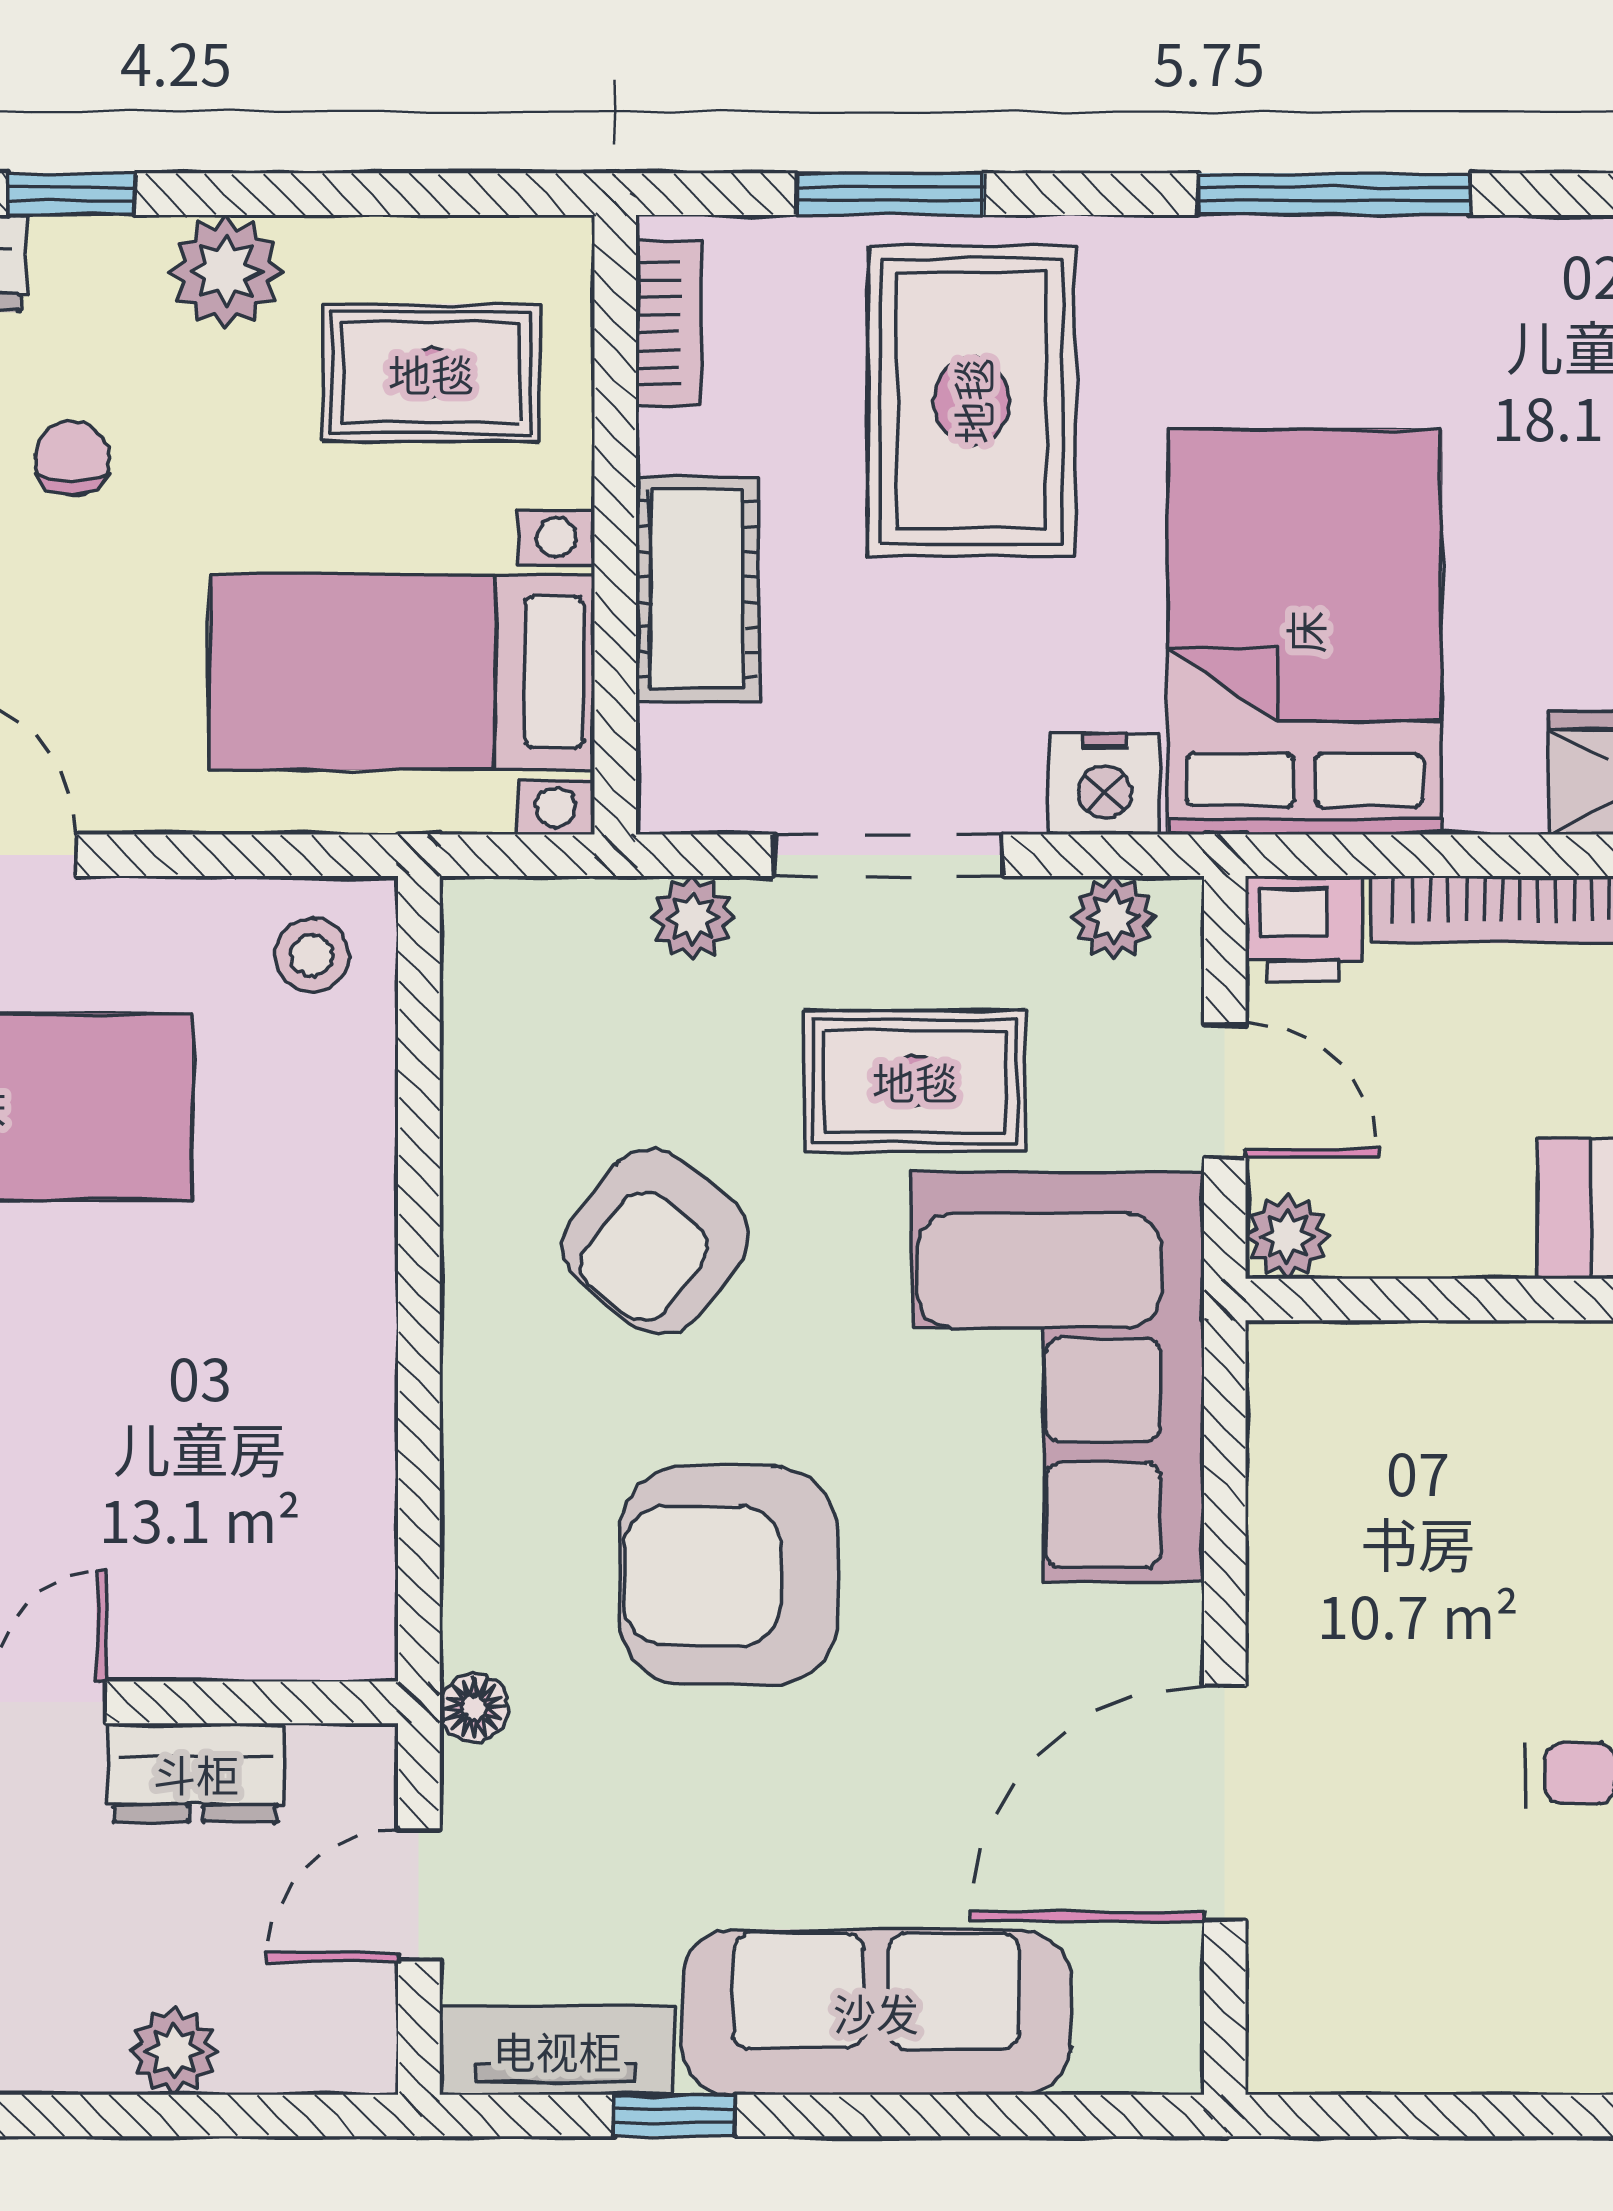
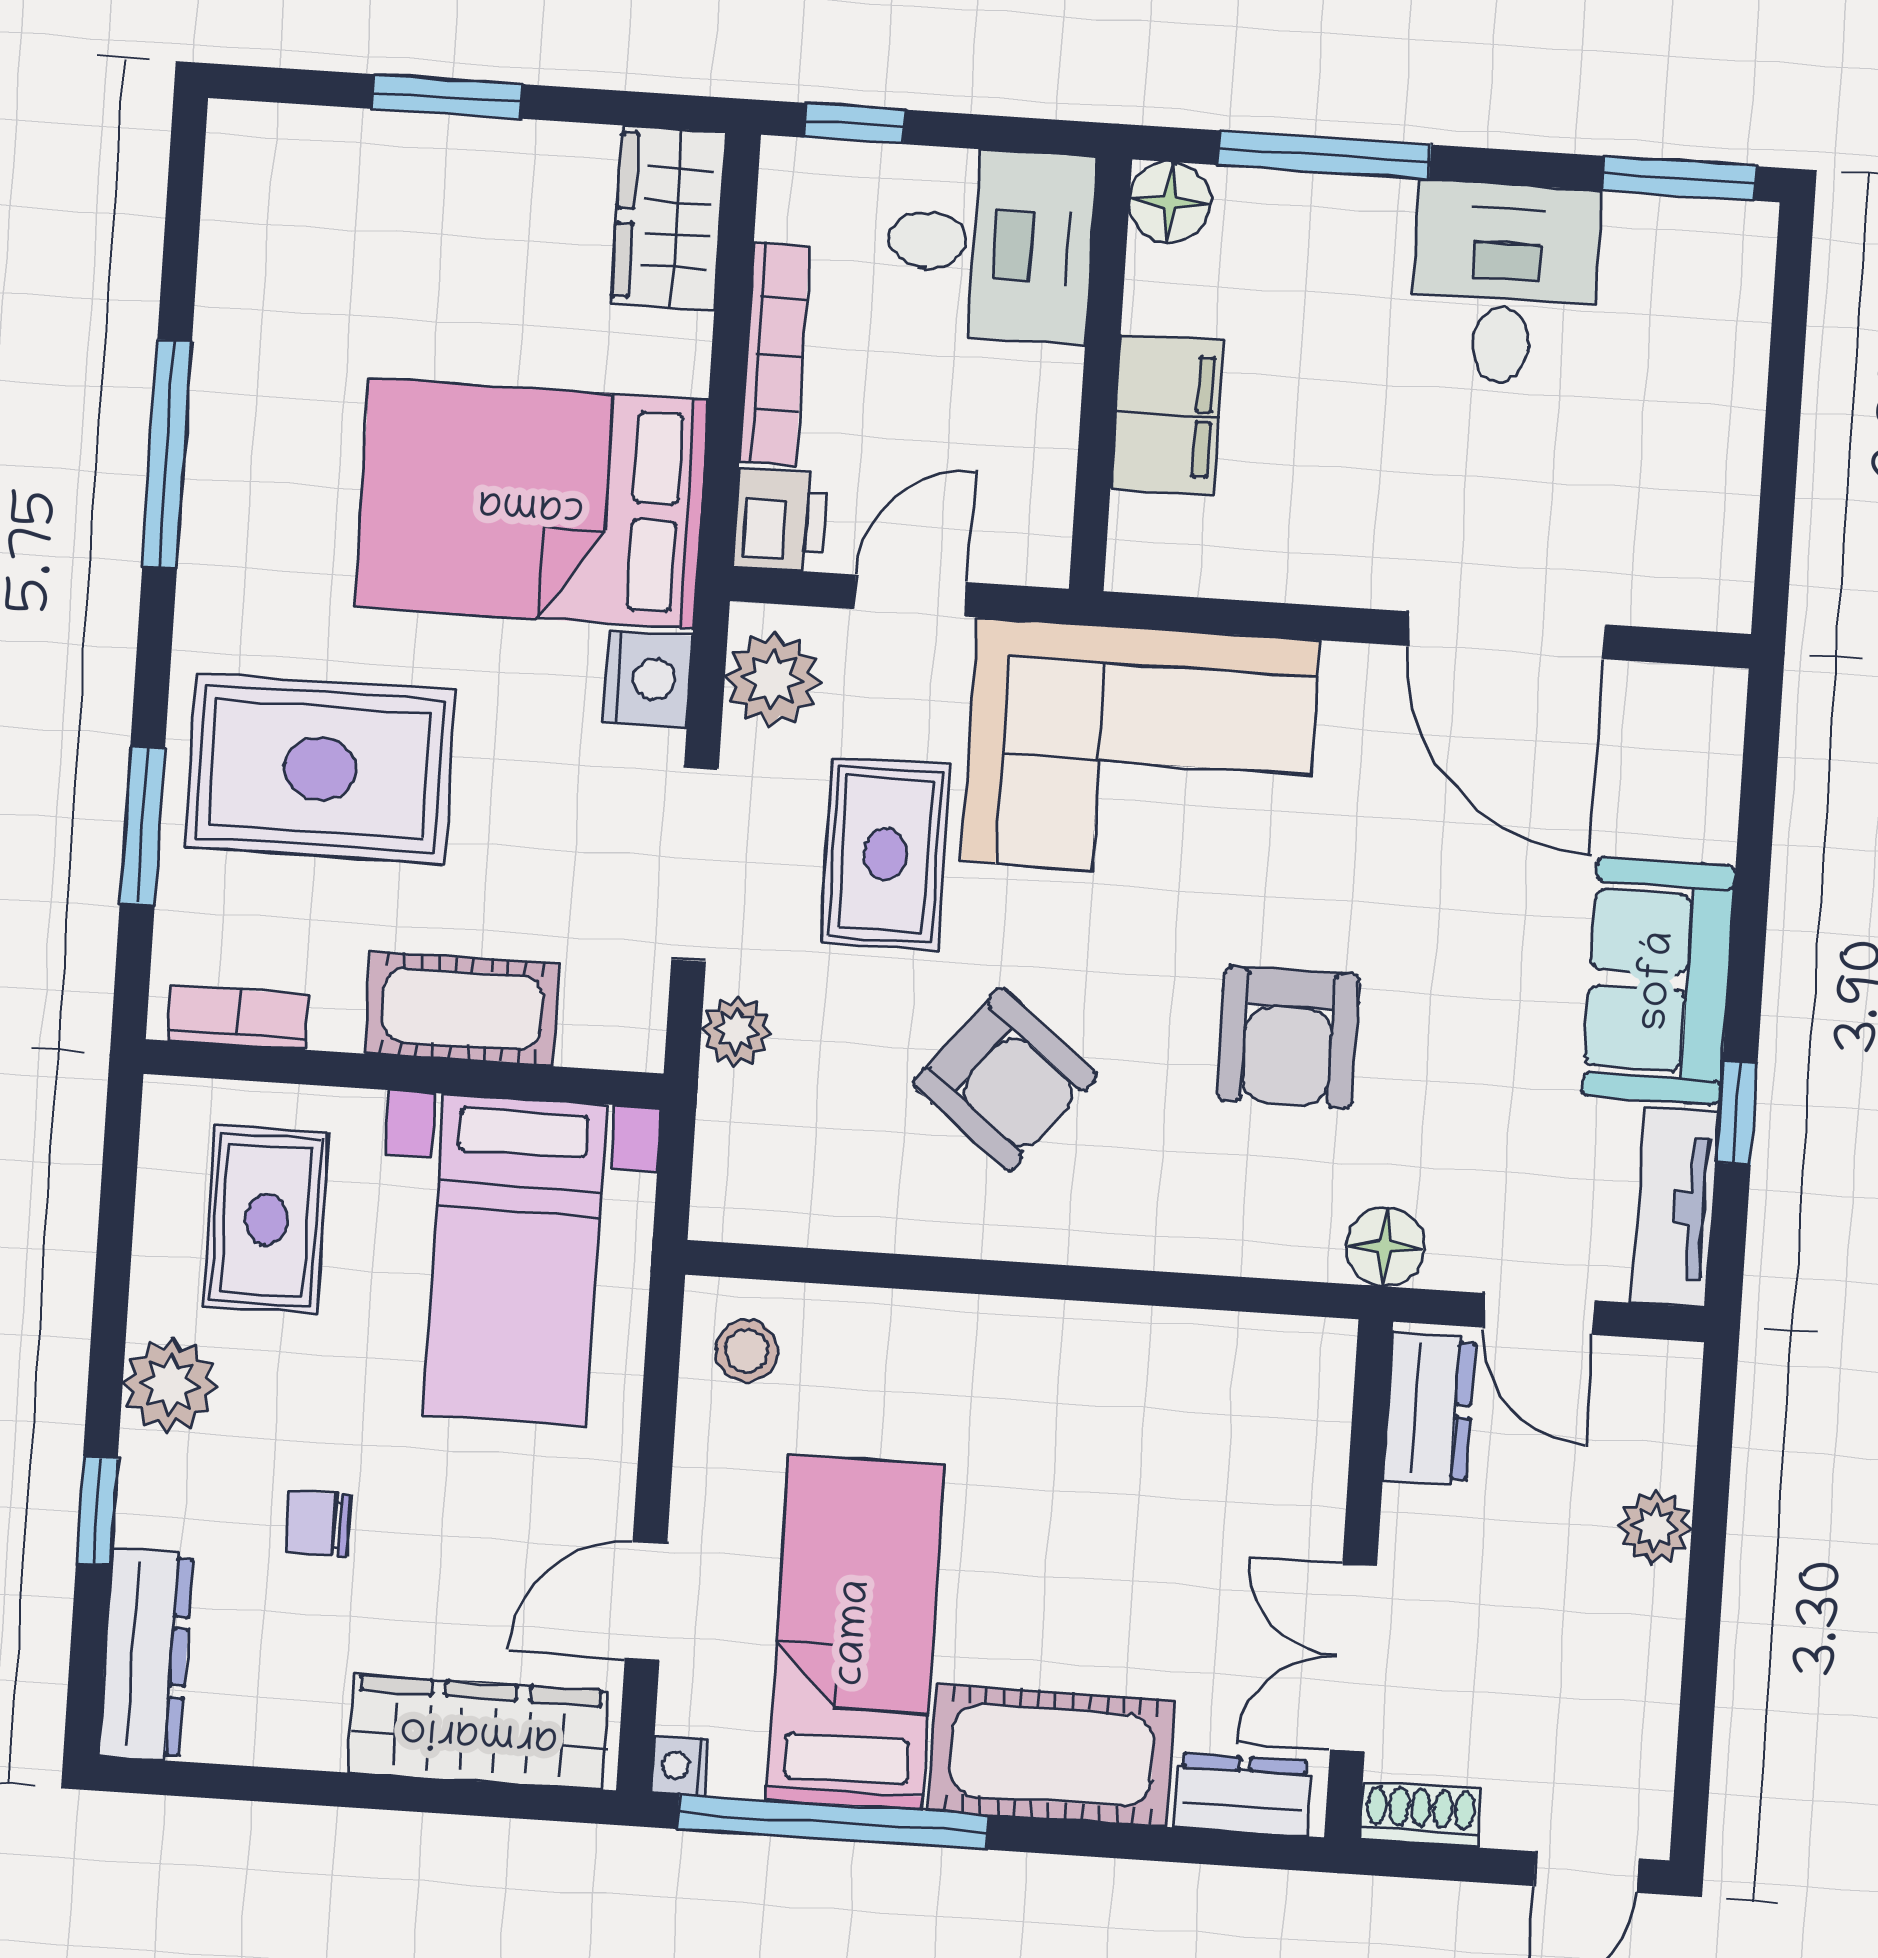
plant: (1114, 917) -> (773, 680), width x1.38, depth x1.38
plant: (1287, 1237) -> (1036, 551), removed
filing cabinet: (1460, 1382) -> (1167, 415), added
armchair: (729, 1576) -> (1288, 1037), width x0.73, depth x0.73
floor lamp: (474, 1708) -> (1385, 1247), width x1.37, depth x1.37
dresser: (196, 1773) -> (1429, 1409), moved
sofa: (876, 2012) -> (1659, 981), width x0.73

